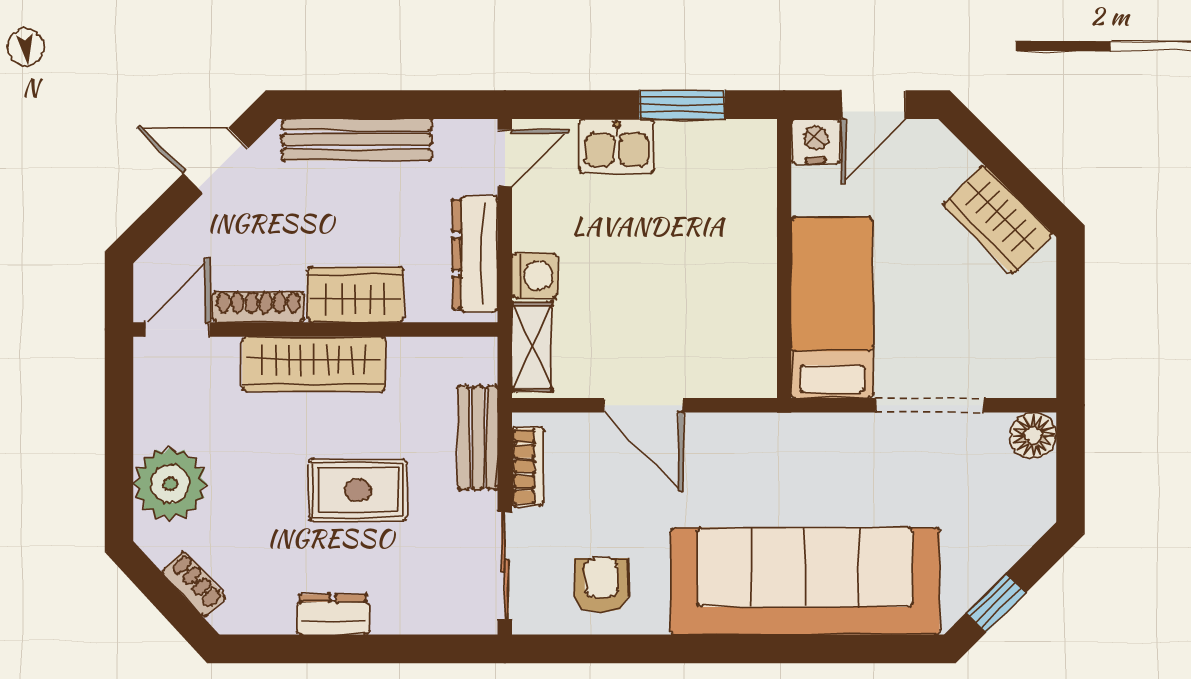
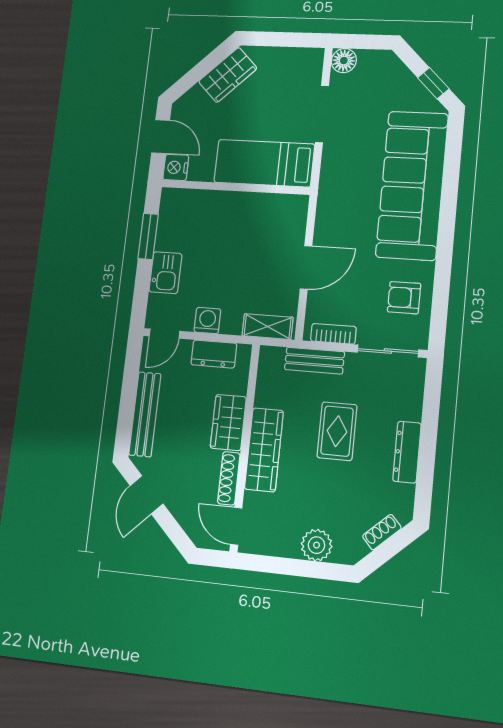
door: (505, 158) -> (165, 334), swing flipped
dresser: (475, 254) -> (214, 354), width x0.70
washing machine: (535, 276) -> (207, 321), moved
plant: (170, 484) -> (317, 545), width x0.73, depth x0.73
dresser: (333, 615) -> (407, 452), width x1.44

